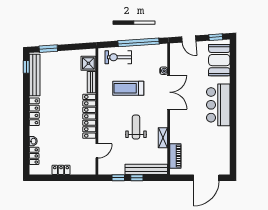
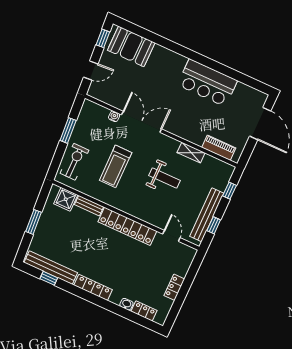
window: (139, 42) -> (68, 130), width x0.47
window: (48, 49) -> (33, 222), moved
exercise bike: (118, 57) -> (74, 162), turned 180
window: (26, 67) -> (49, 278), moved
bar counter: (218, 105) -> (207, 83), moved
weight bench: (136, 127) -> (164, 178), turned 180
bench: (146, 169) -> (207, 215), moved
window: (137, 178) -> (229, 191), moved

